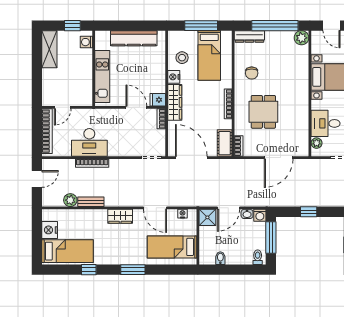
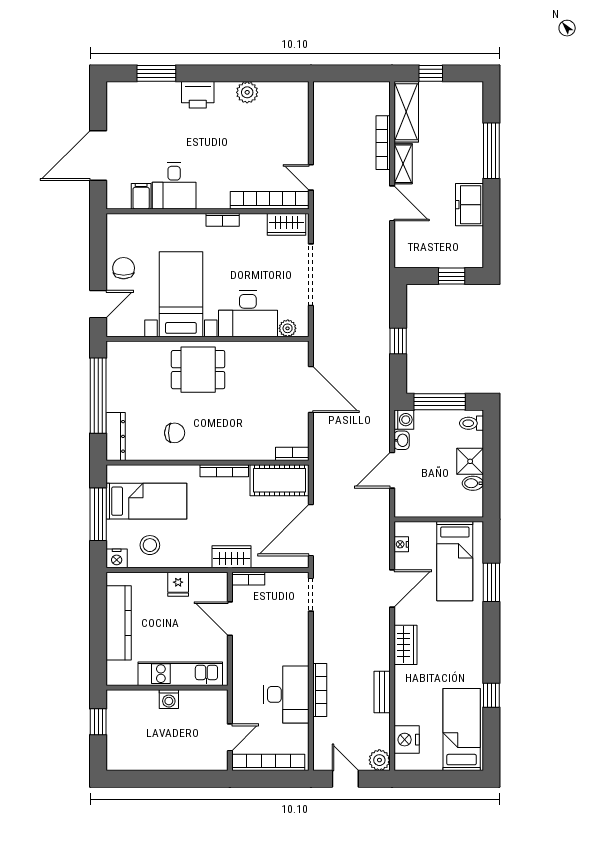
plant: (301, 38) -> (118, 353), removed
washing machine: (86, 42) -> (169, 699), moved
shelving: (49, 49) -> (136, 759), removed
nightstand: (174, 77) -> (117, 558), moved
fridge: (158, 100) -> (178, 584), moved
wardrobe: (175, 102) -> (231, 557), width x0.67
door: (63, 107) -> (230, 737), hinge flipped
door: (136, 107) -> (230, 619), hinge flipped
dining table: (263, 112) -> (198, 370), moved
desk: (326, 123) -> (248, 314), width x1.37
cot: (225, 143) -> (279, 480), width x1.37, depth x1.34
plant: (70, 200) -> (379, 760), moved
door: (228, 208) -> (392, 470), swing flipped
shower: (207, 217) -> (470, 461), moved
nightstand: (50, 230) -> (407, 740), moved, turned 90
window: (133, 270) -> (491, 582), moved

